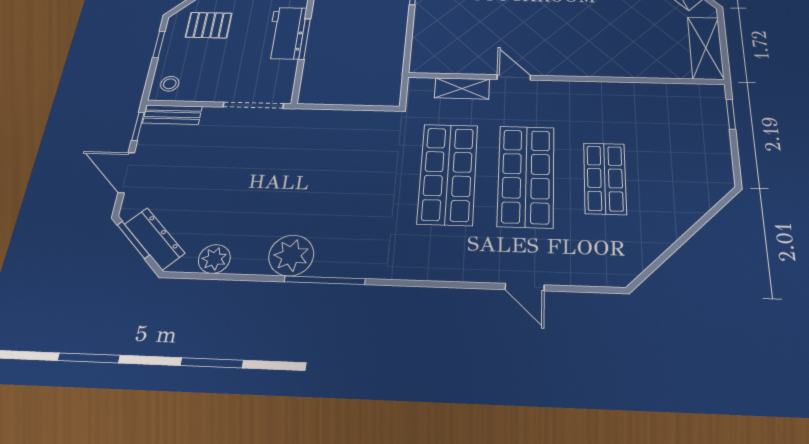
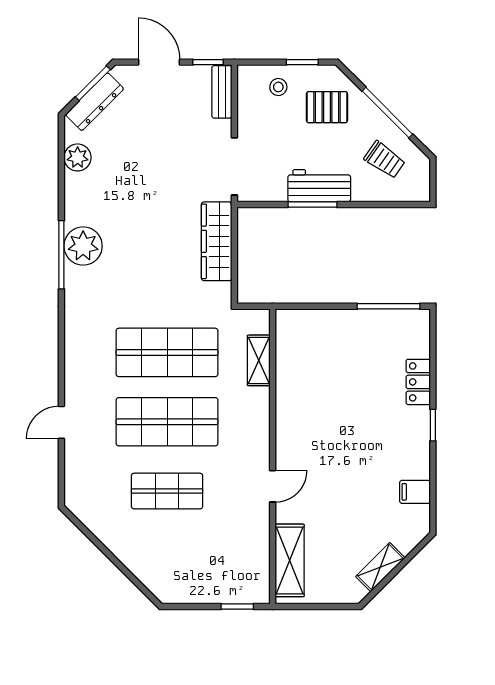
pallet: (209, 25) -> (327, 107), turned 90
shelving: (706, 48) -> (290, 560), moved, turned 90
door: (514, 77) -> (273, 486), moved
stool: (170, 84) -> (278, 87), moved
wardrobe: (330, 123) -> (217, 241), added
door: (126, 173) -> (159, 62), hinge flipped
plant: (291, 255) -> (83, 246), moved

